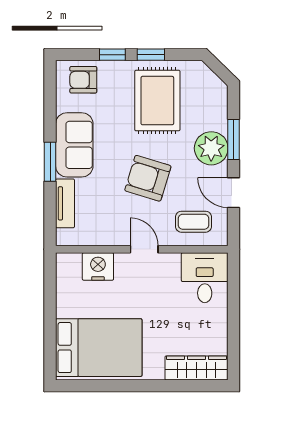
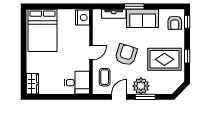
window: (112, 55) -> (187, 22), moved
armchair: (83, 80) -> (175, 23), turned 180
nightstand: (98, 267) -> (83, 18), moved
wardrobe: (196, 368) -> (32, 84), width x0.67

